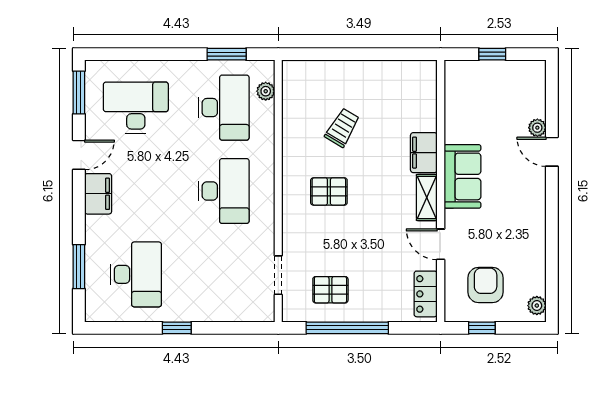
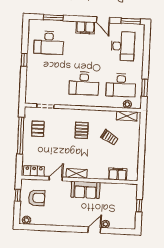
shelving: (292, 91) -> (127, 116), added
filing cabinet: (424, 153) -> (118, 174), moved

